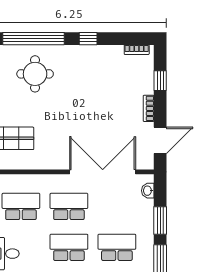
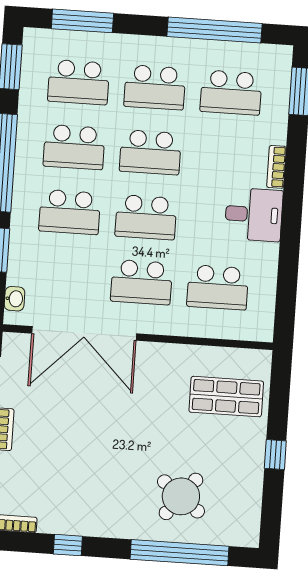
window: (88, 39) -> (68, 545), moved
round table: (35, 74) -> (181, 496), turned 38

